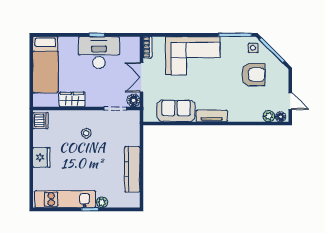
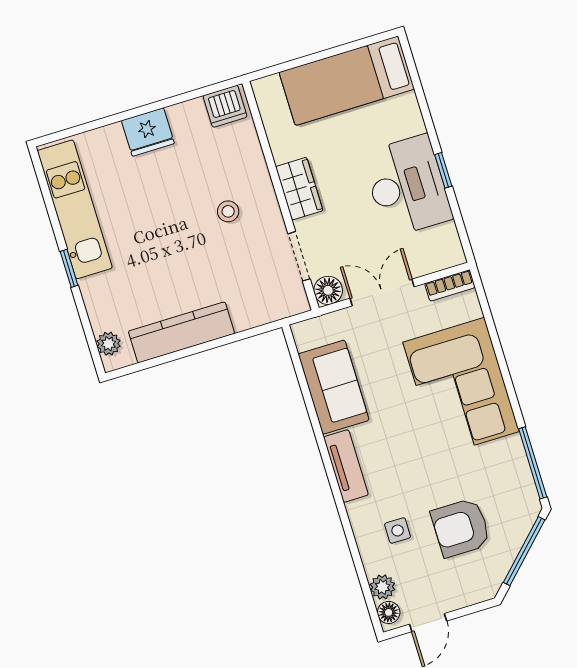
side table: (253, 48) -> (398, 530), moved
armchair: (254, 75) -> (461, 528), turned 90
wardrobe: (72, 99) -> (299, 189), moved
plant: (102, 202) -> (108, 344), moved

